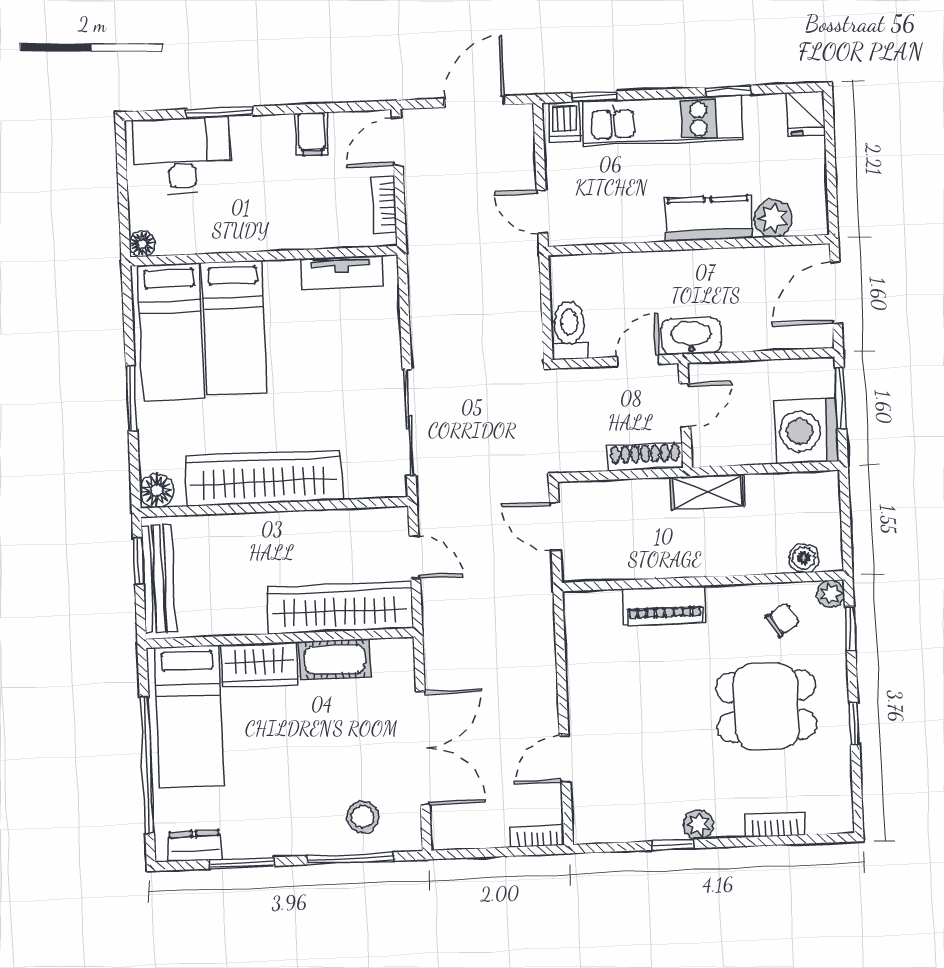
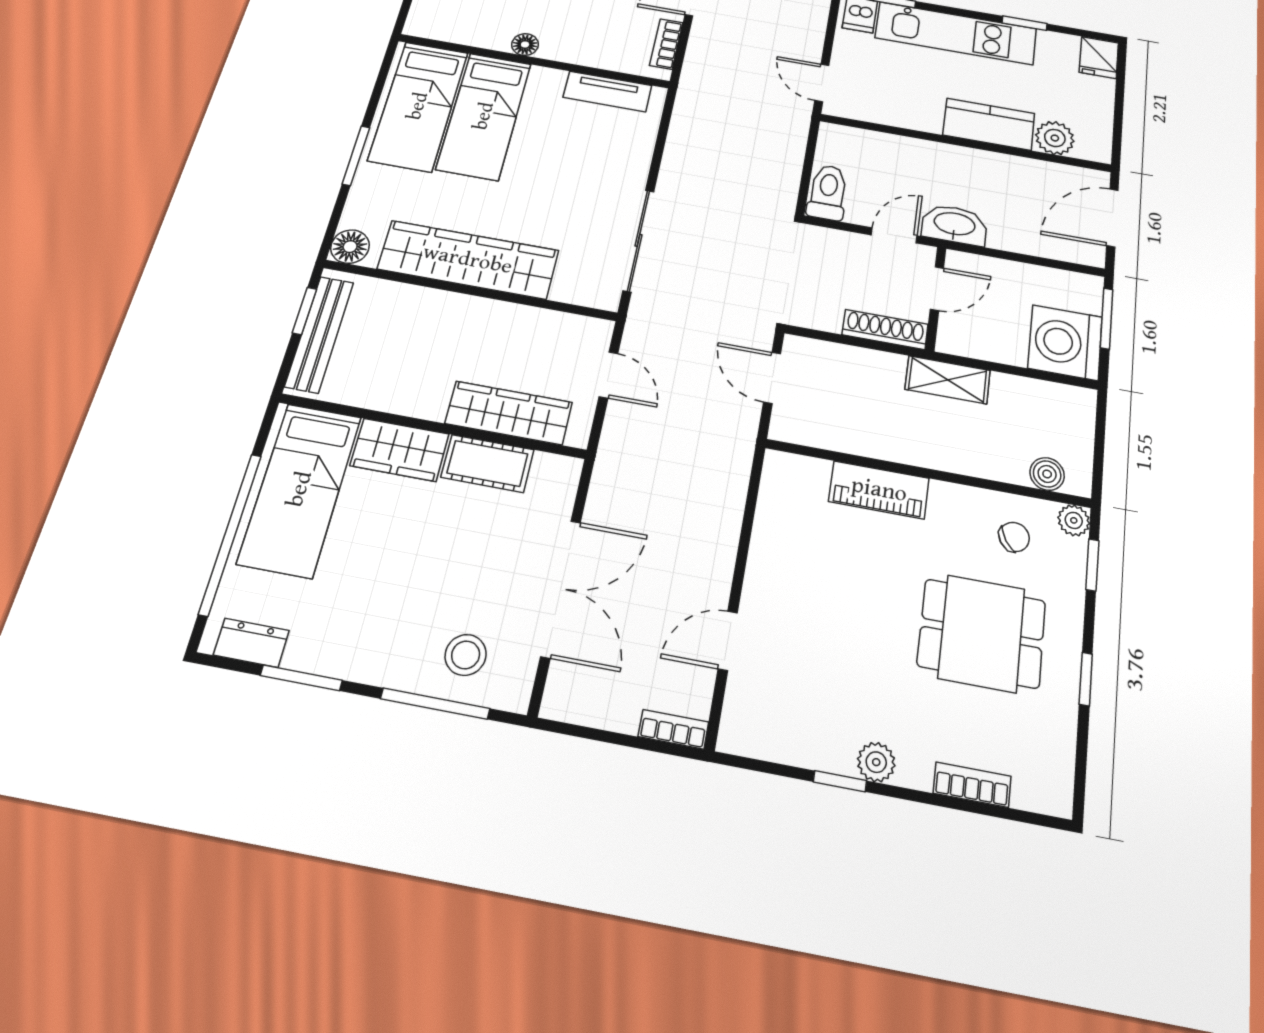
floor lamp: (142, 244) -> (525, 45), moved
wardrobe: (340, 608) -> (509, 413), width x0.71, depth x0.85

